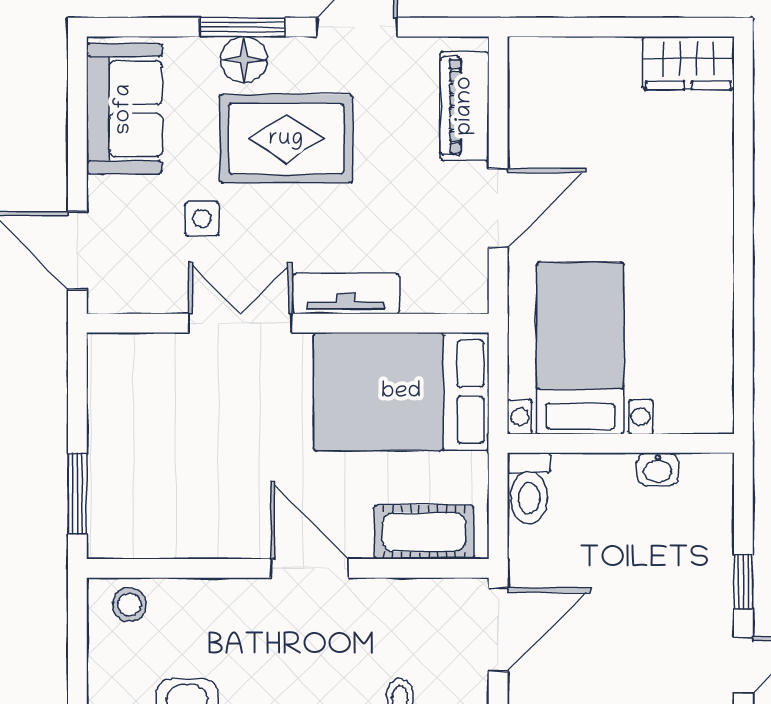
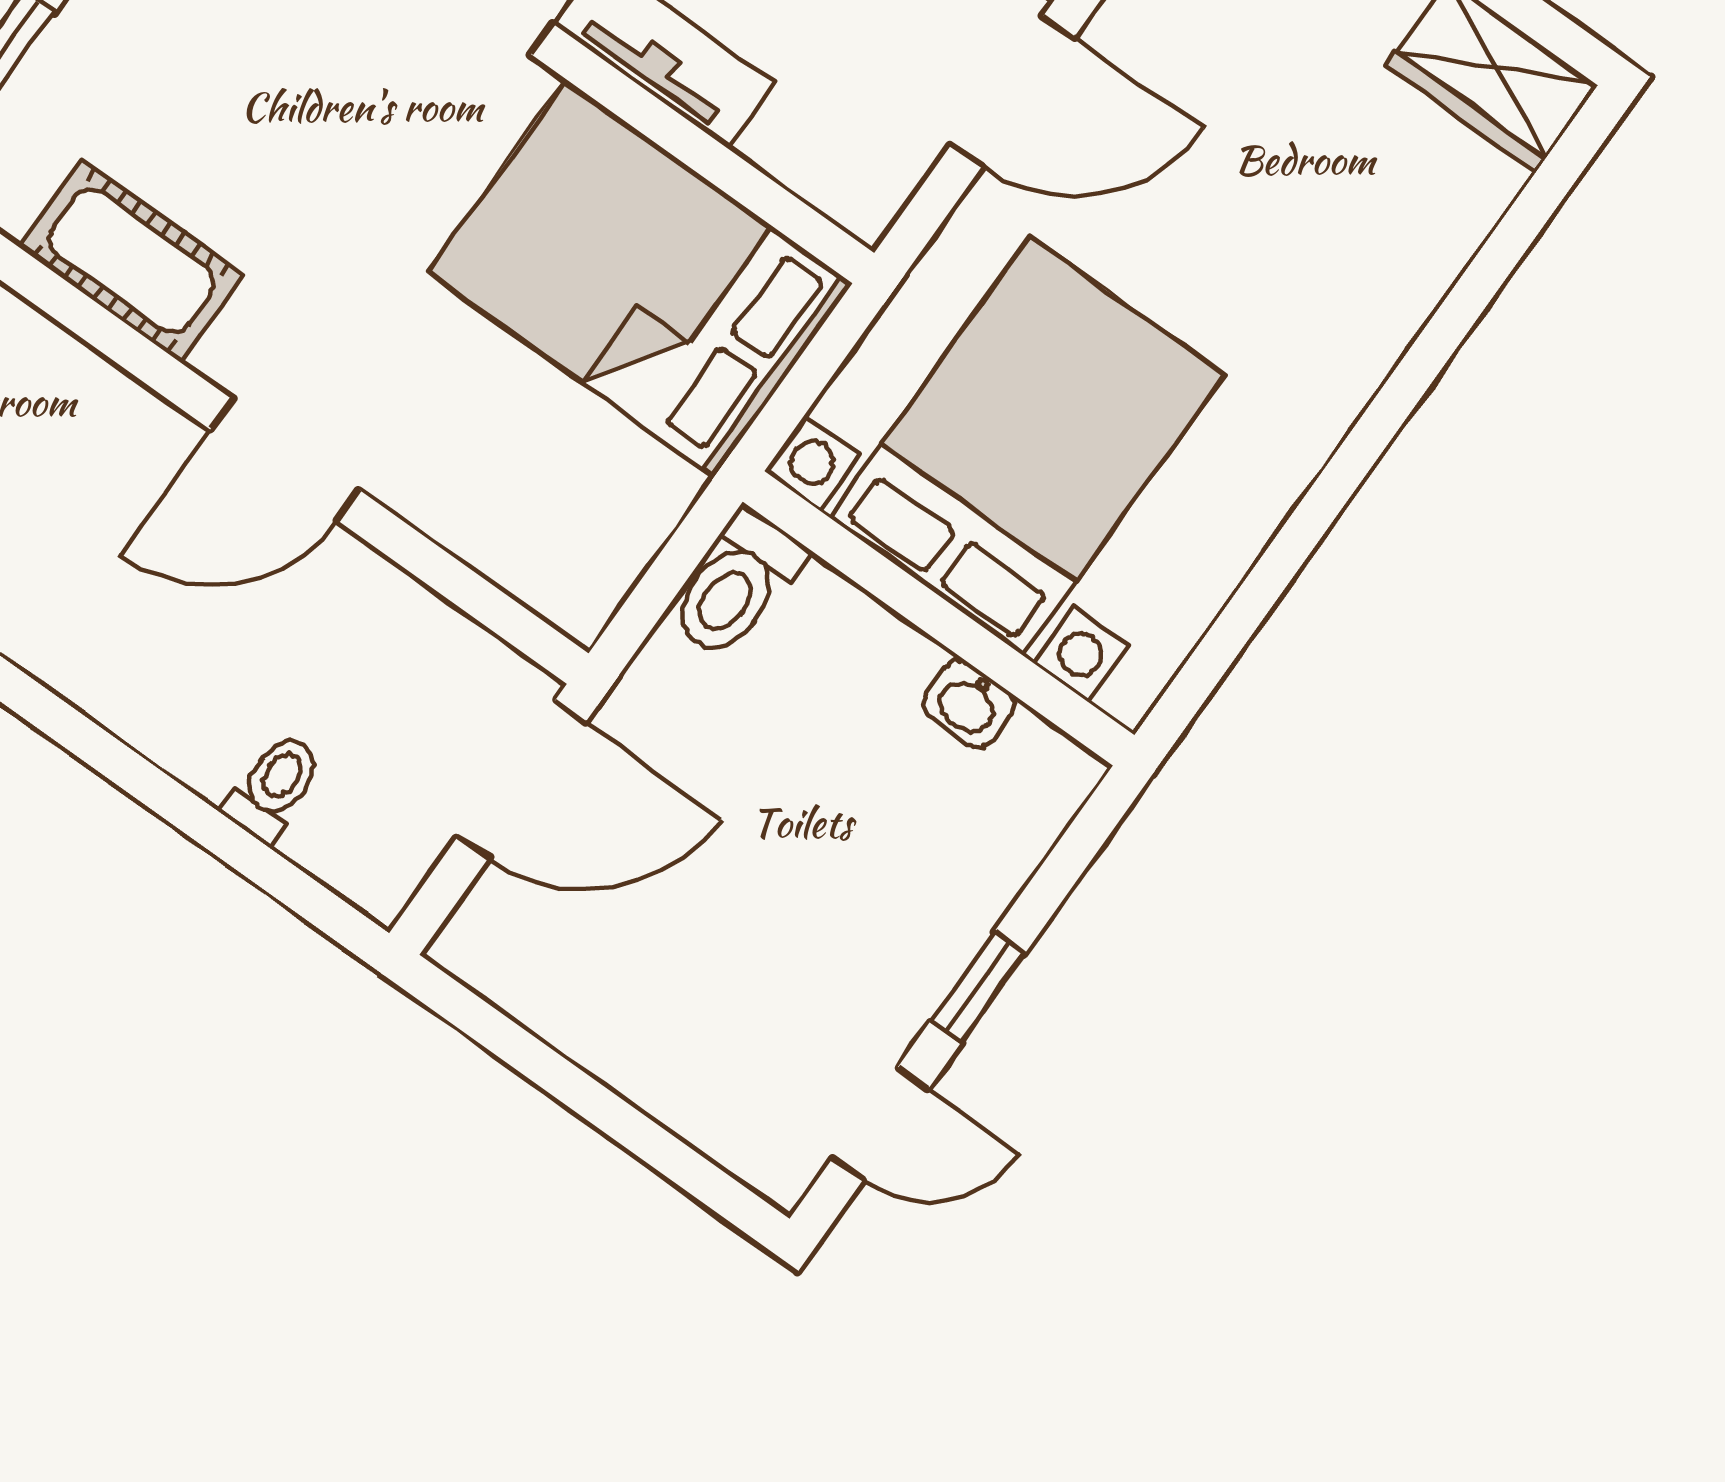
bed with nightstands: (580, 348) -> (1026, 446), width x1.36
cot: (424, 532) -> (131, 261), moved
door: (310, 568) -> (285, 460), swing flipped

